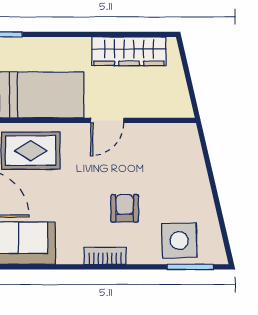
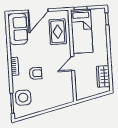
wardrobe: (129, 51) -> (103, 76), width x0.67
door: (107, 120) -> (73, 64), hinge flipped

